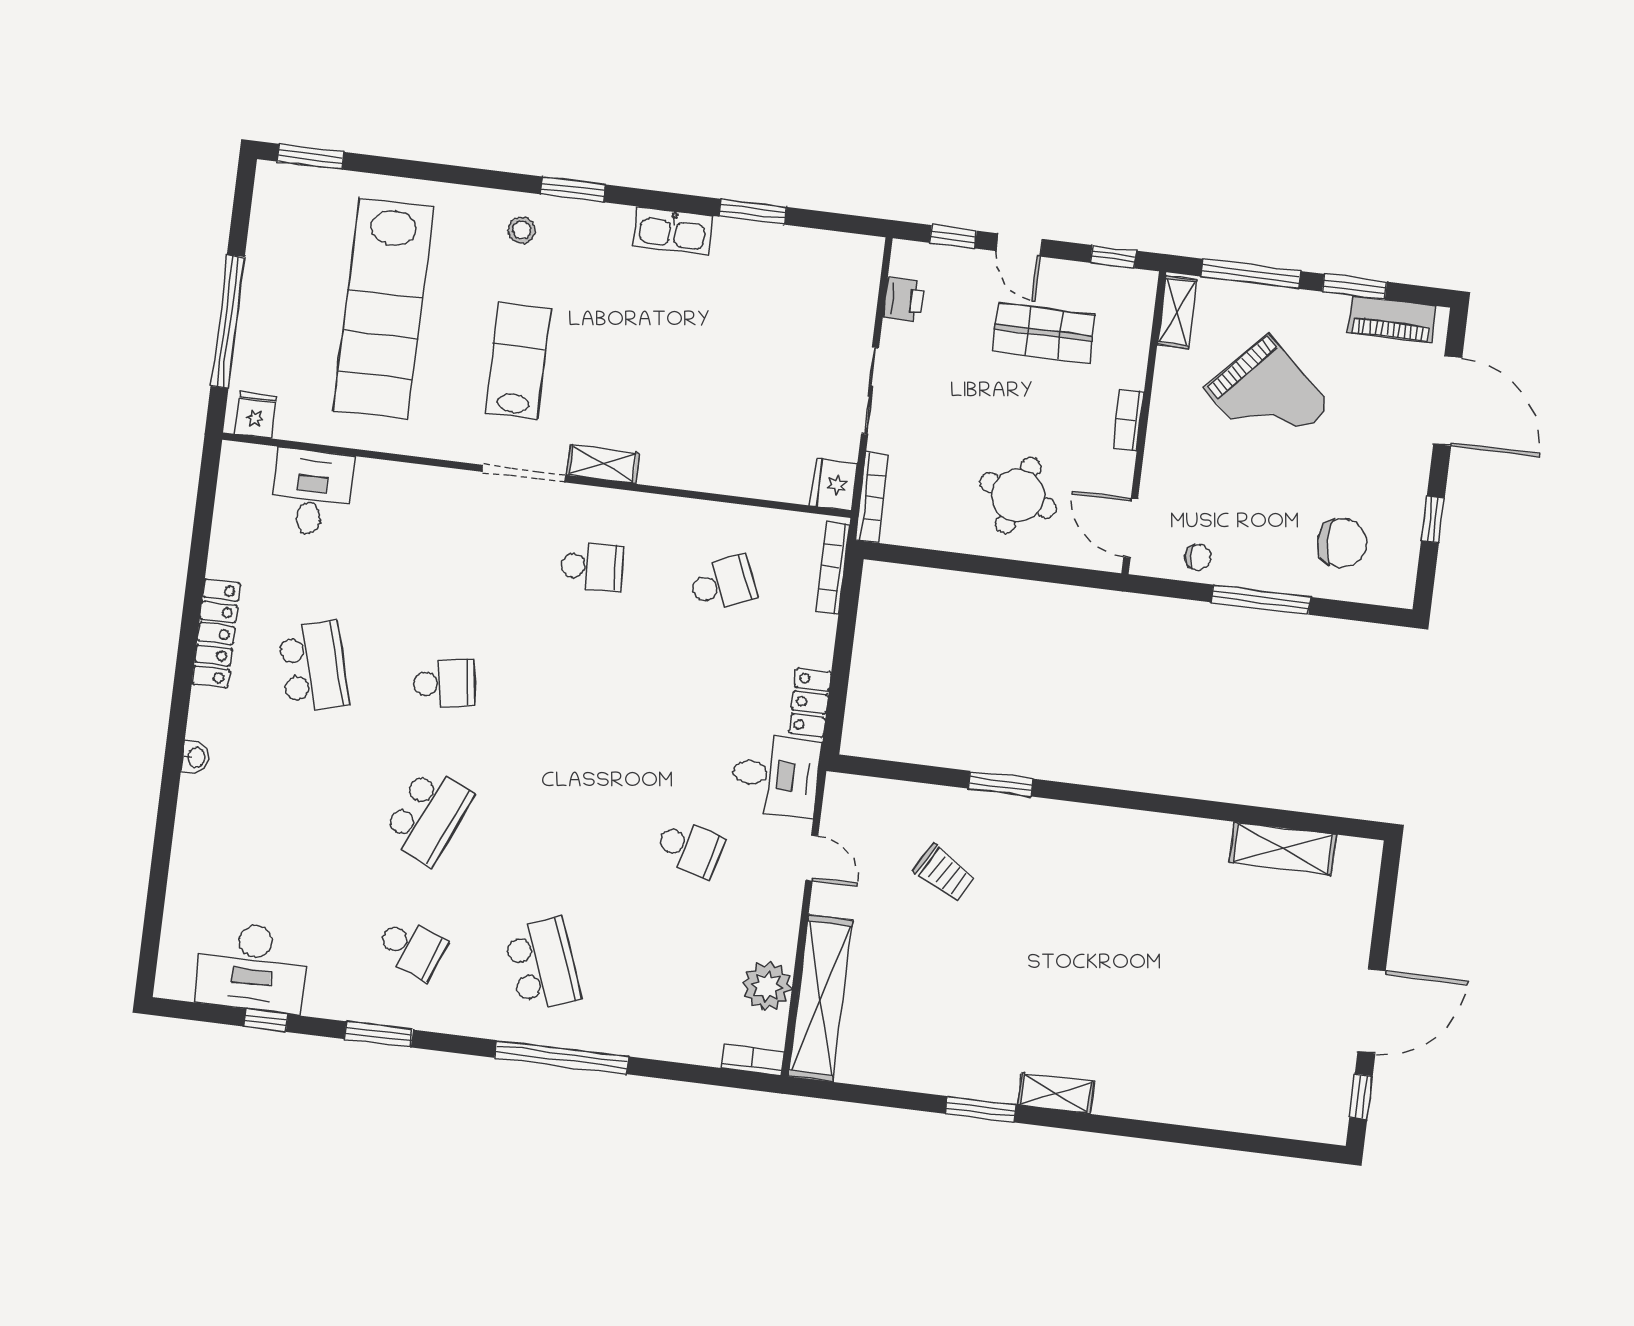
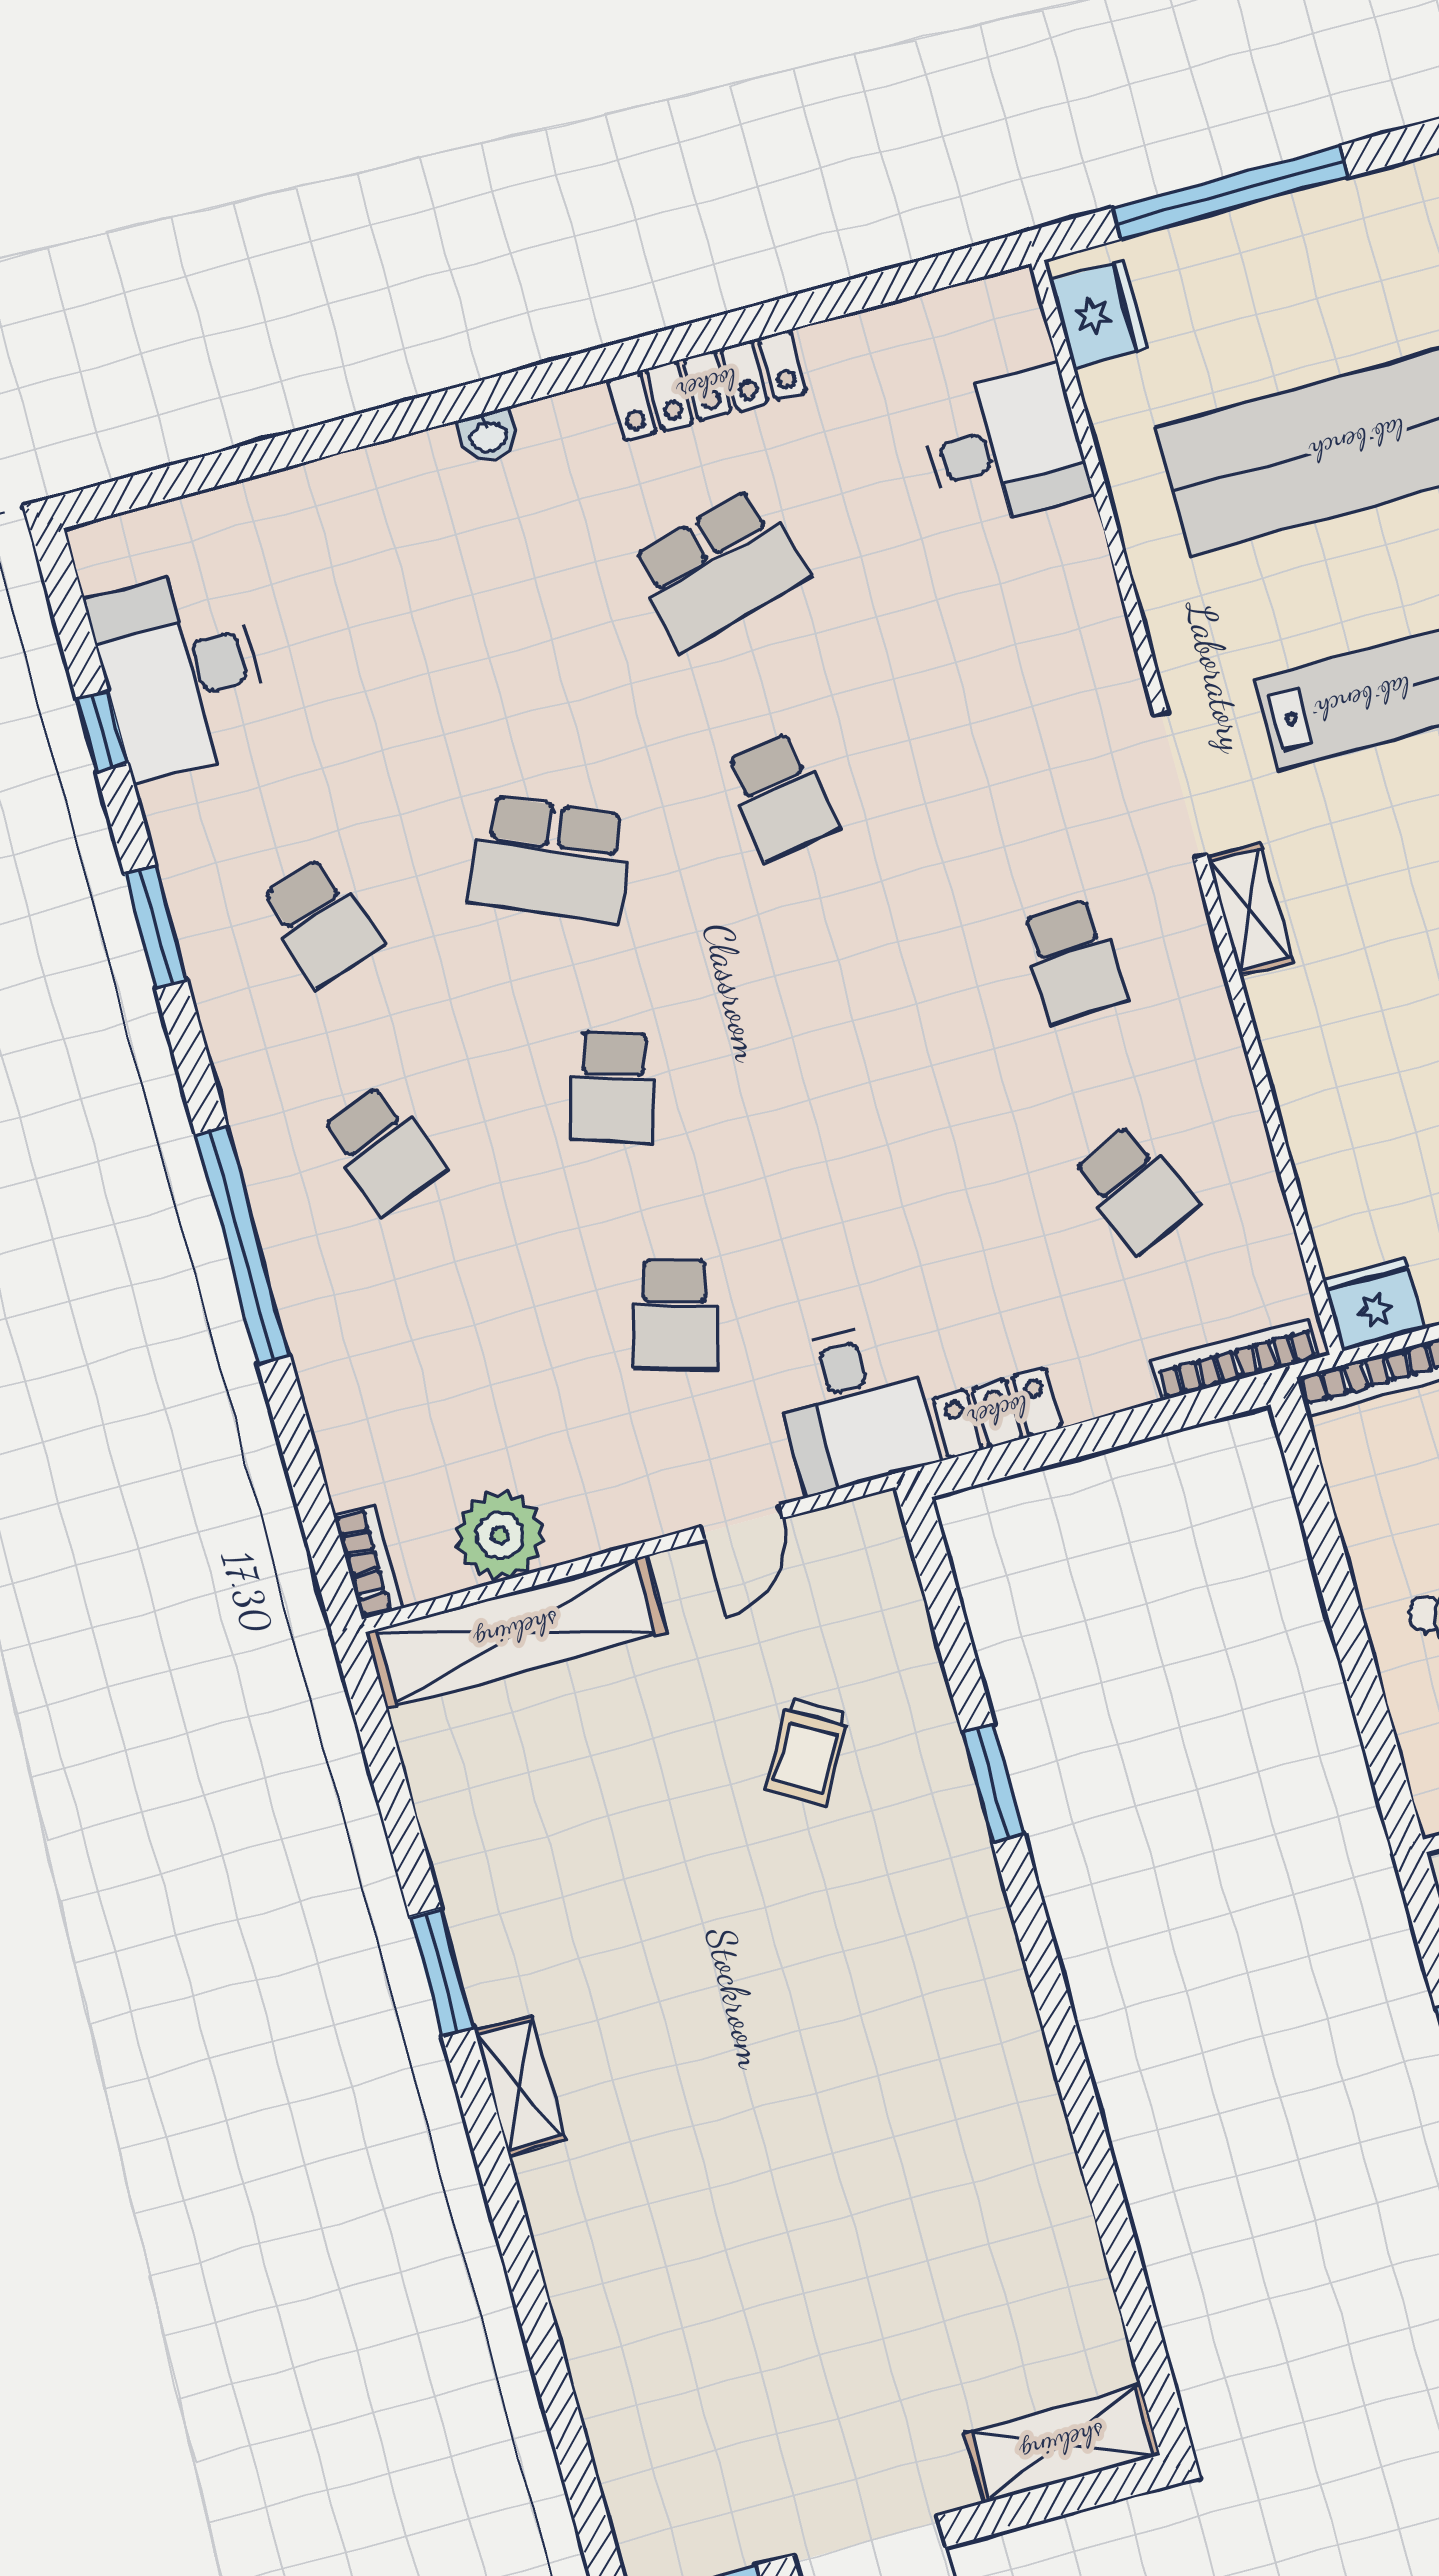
fridge: (256, 415) -> (1099, 314), width x1.38
school desk: (559, 832) -> (613, 1087), added
shelving: (1283, 848) -> (1062, 2444), moved, turned 90
school desk: (411, 948) -> (321, 922), turned -39
school desk: (542, 964) -> (383, 1150), width x0.54

